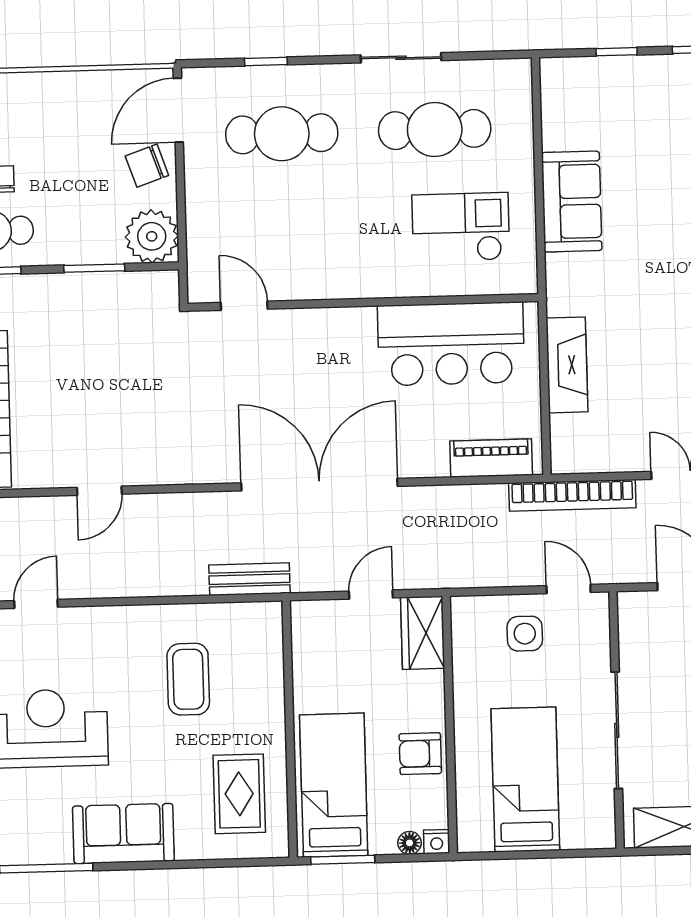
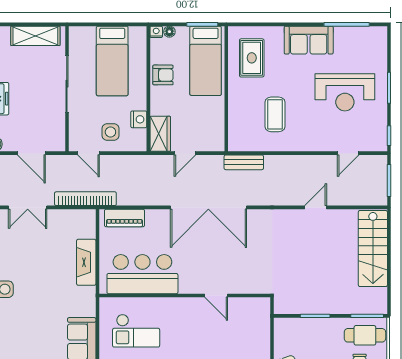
plant: (152, 236) -> (287, 331), removed
door: (244, 306) -> (216, 295), moved
nightstand: (468, 661) -> (139, 119), added

